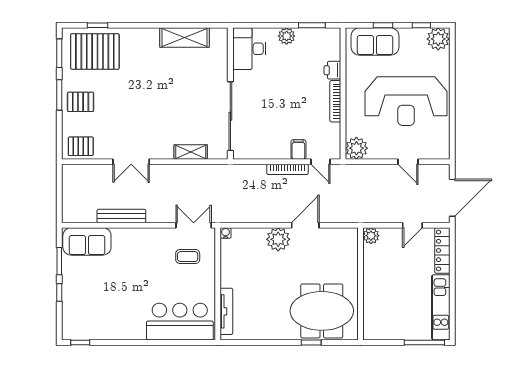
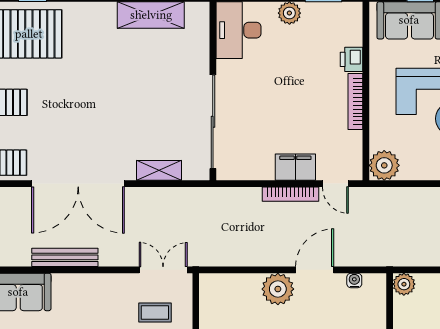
filing cabinet: (298, 150) -> (295, 167), width x2.00
double door: (131, 162) -> (78, 184), width x1.87
water cooler: (226, 233) -> (354, 280), moved

